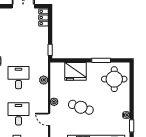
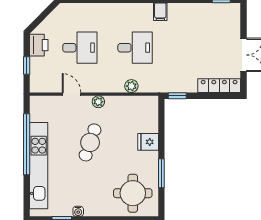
locker: (43, 17) -> (219, 86), width x1.53
fridge: (76, 71) -> (148, 142), width x0.53, depth x0.75
door: (49, 119) -> (72, 94), hinge flipped

